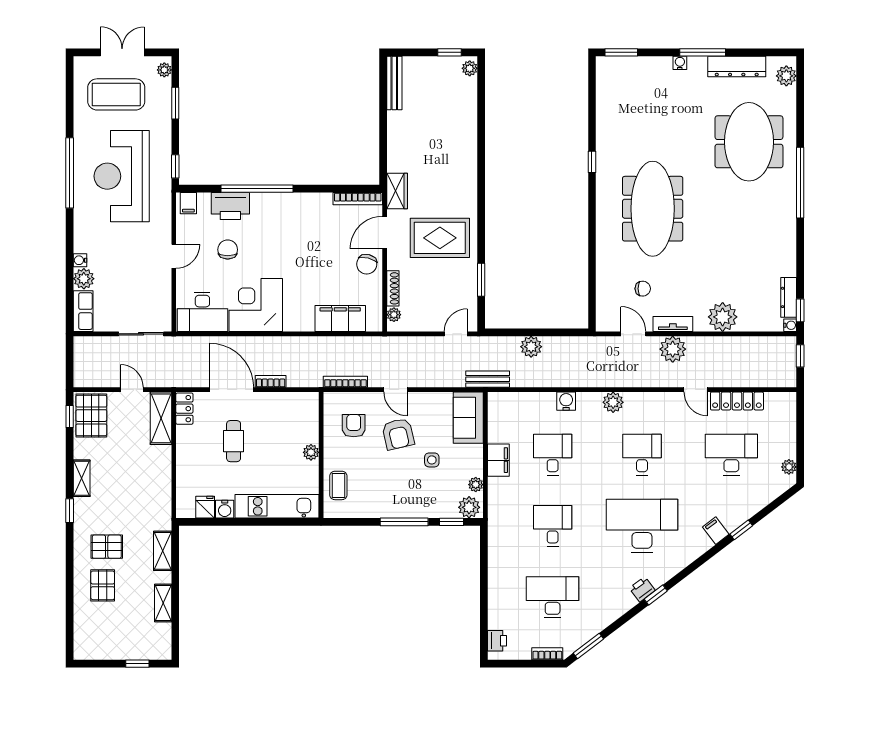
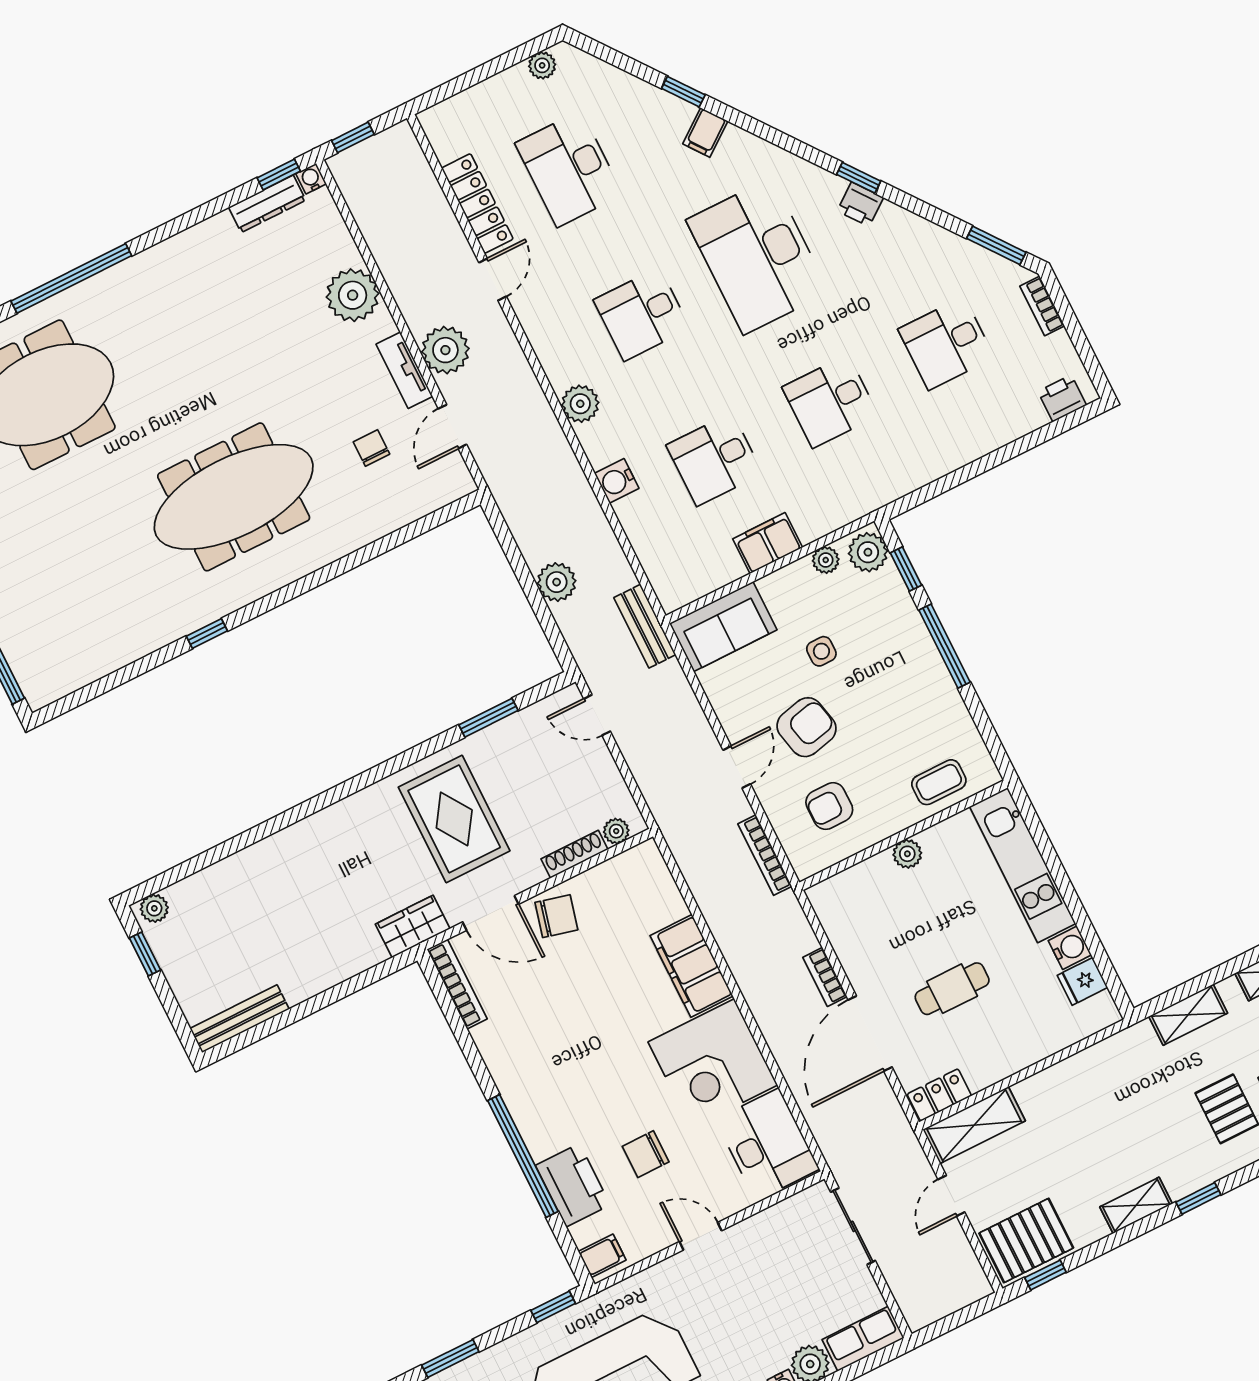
filing cabinet: (340, 318) -> (692, 966), moved
desk: (553, 597) -> (946, 343), width x0.73

